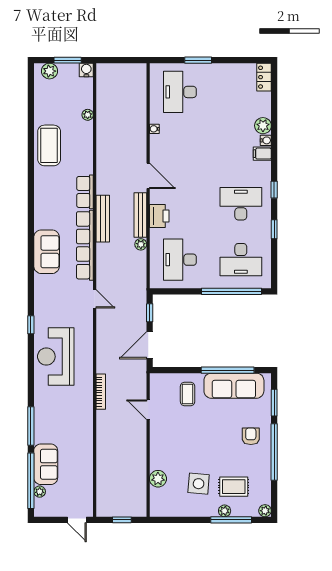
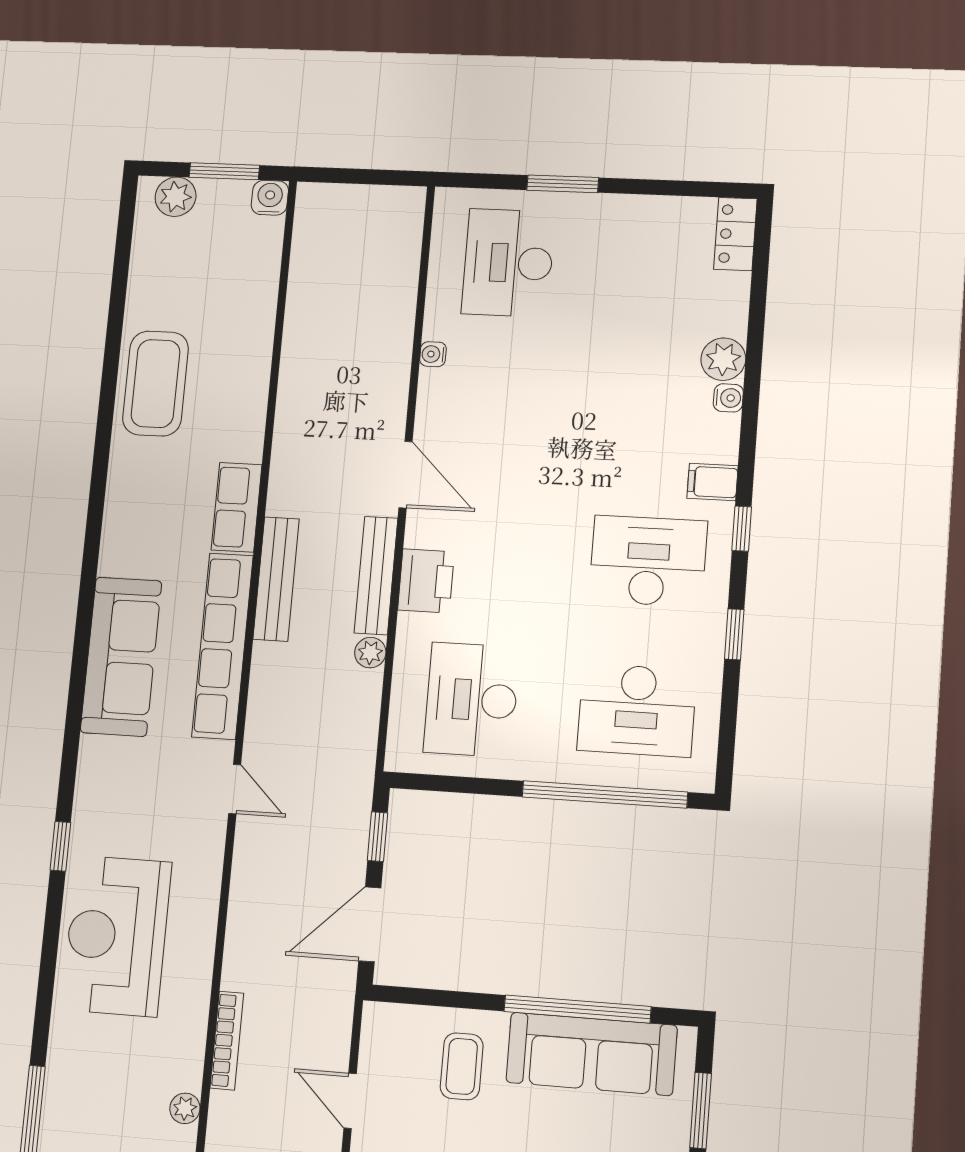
plant: (88, 115) -> (185, 1108), moved
filing cabinet: (262, 154) -> (712, 482), moved
sofa: (47, 252) -> (121, 657), width x1.36

